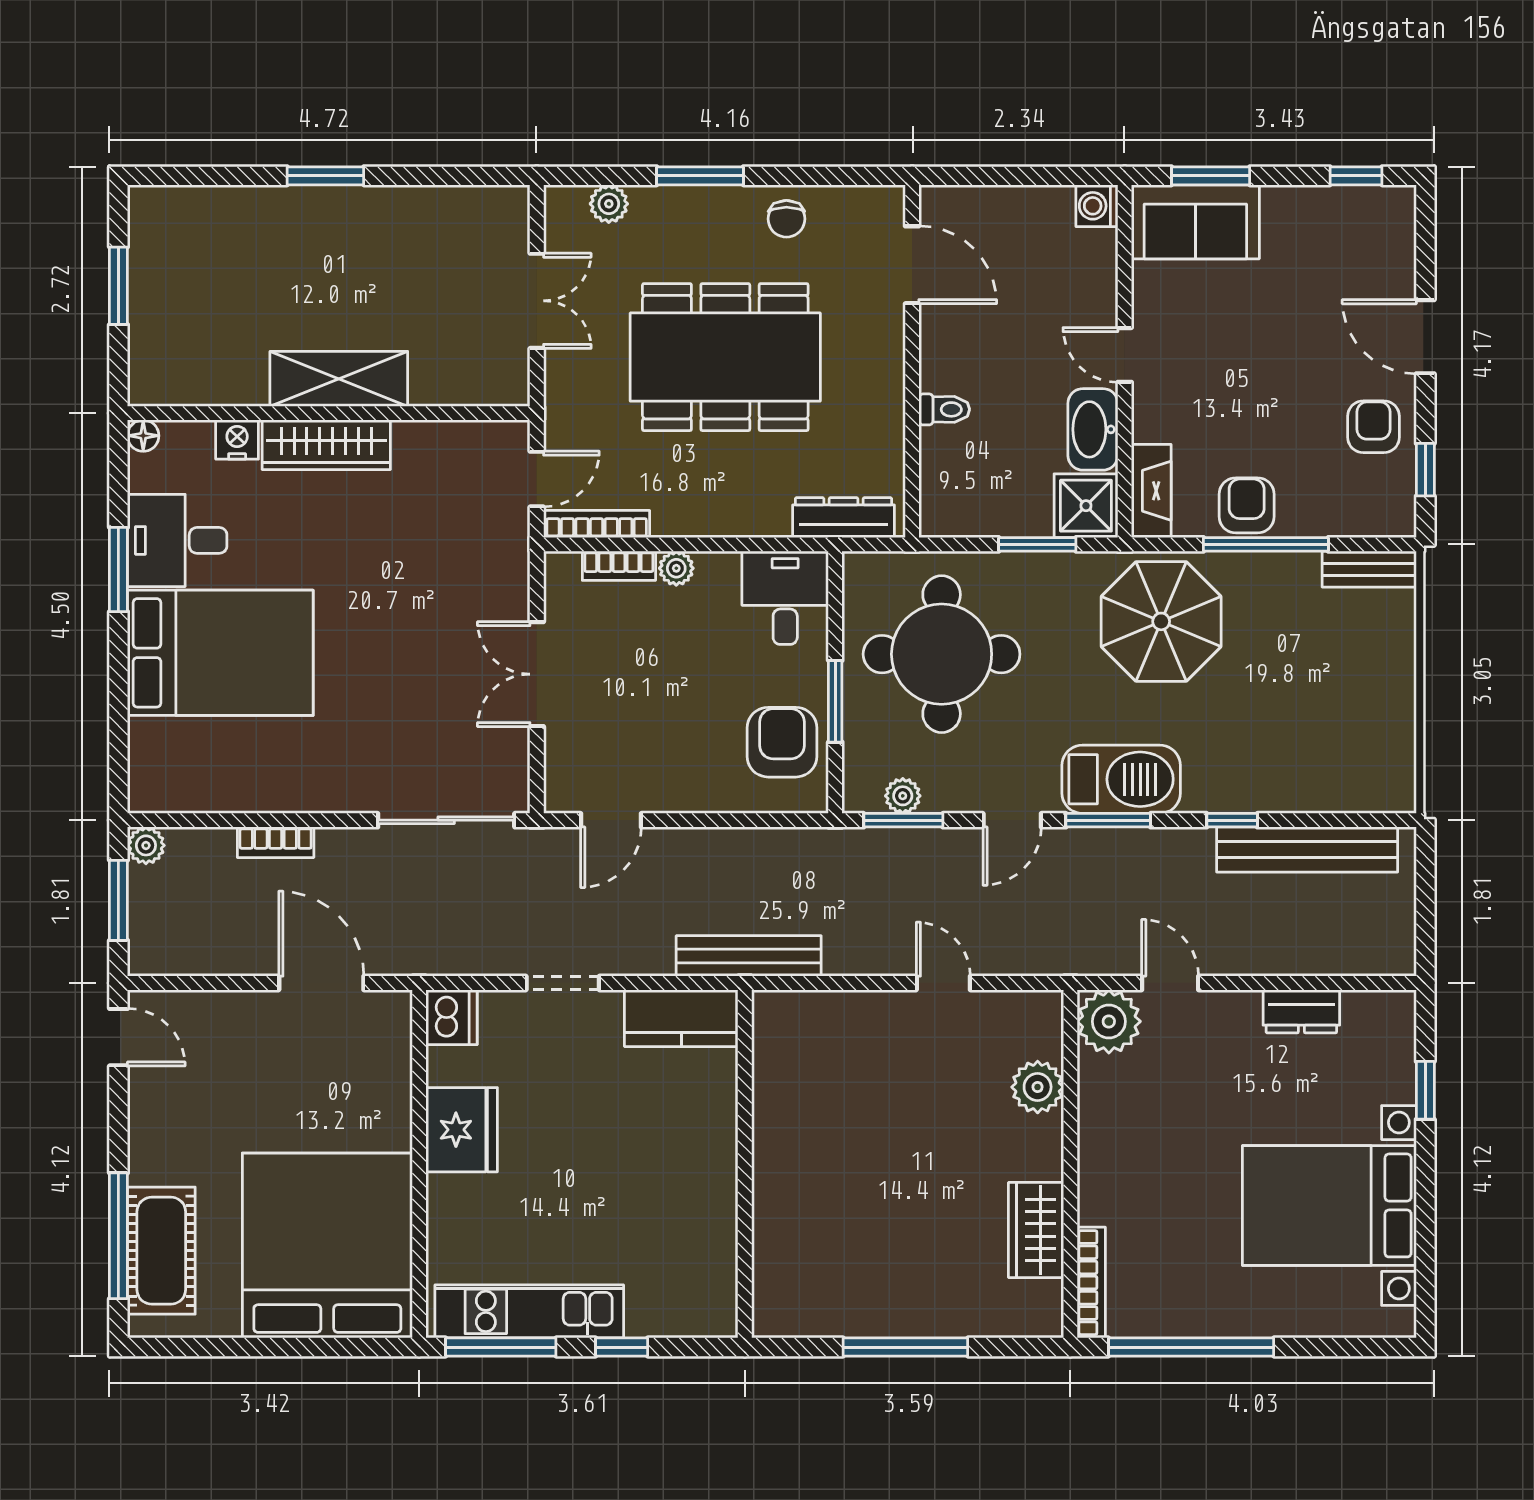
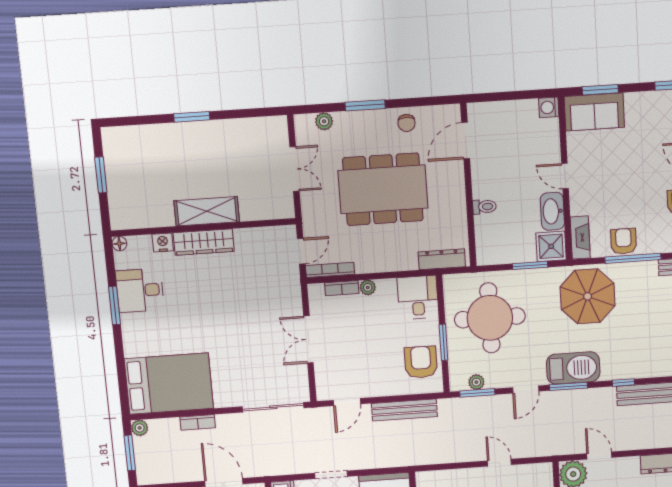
door: (912, 265) -> (466, 141), swing flipped
bed: (220, 653) -> (169, 384), moved
bench: (749, 956) -> (404, 410), moved

